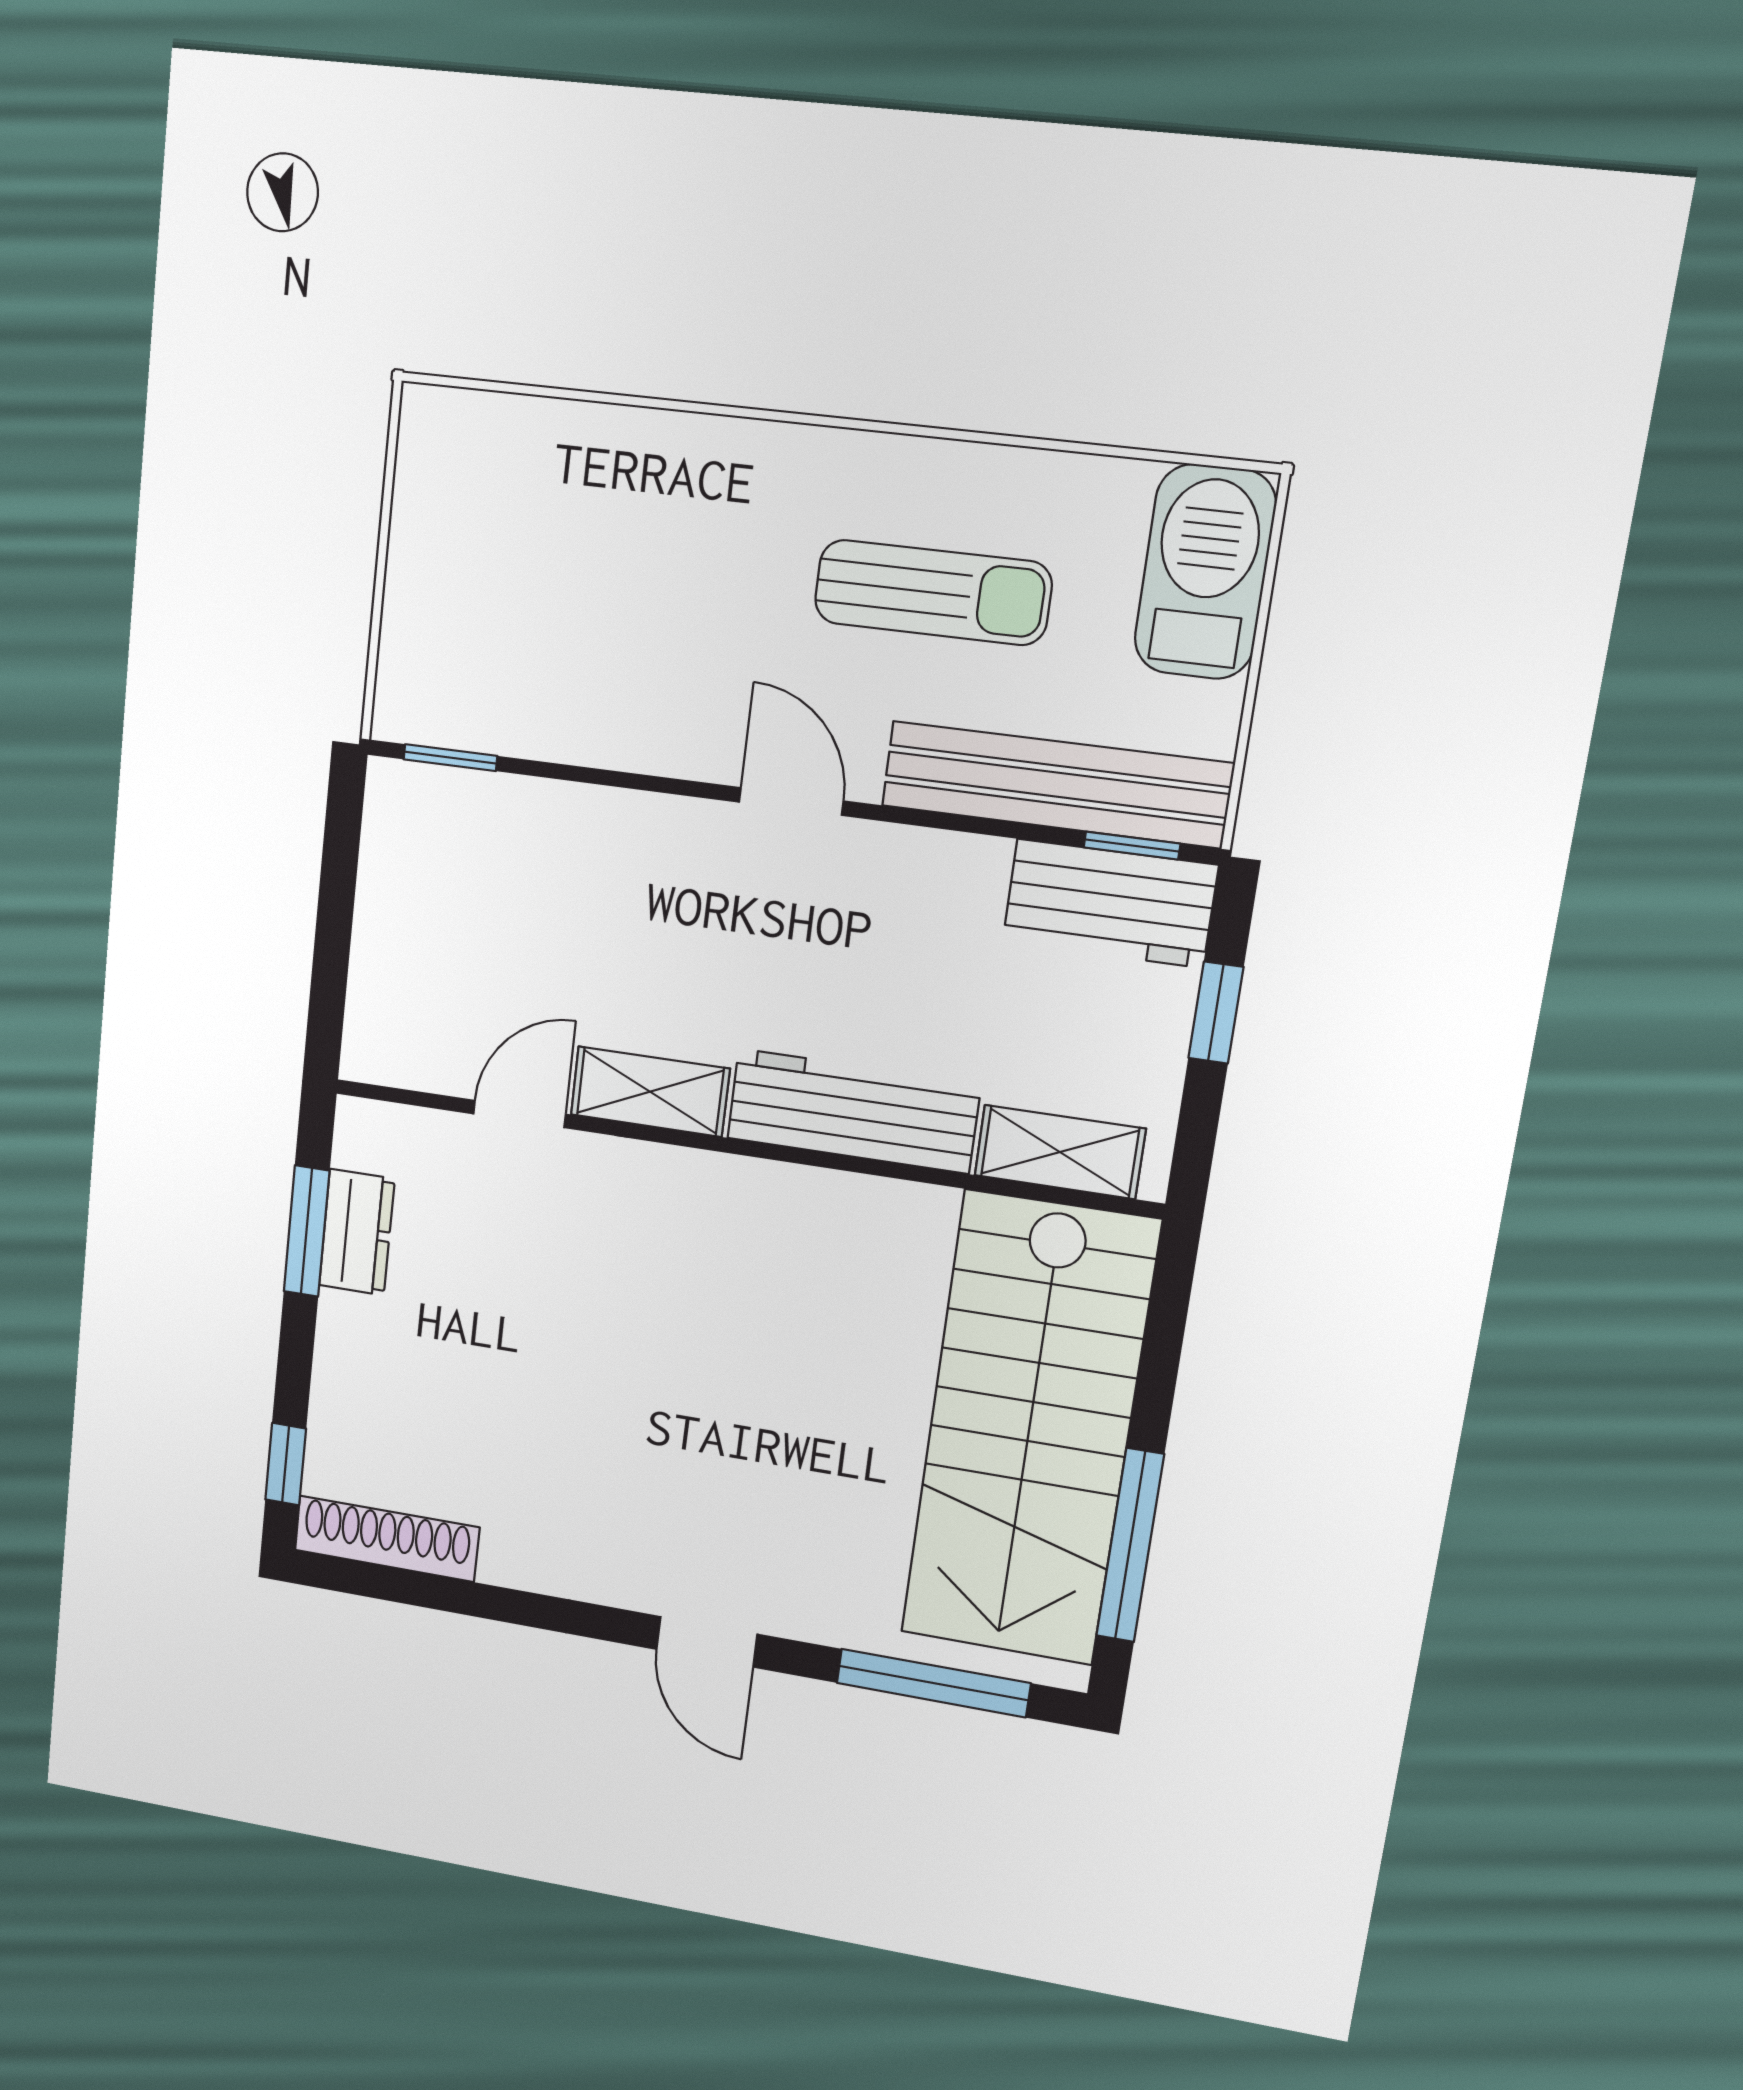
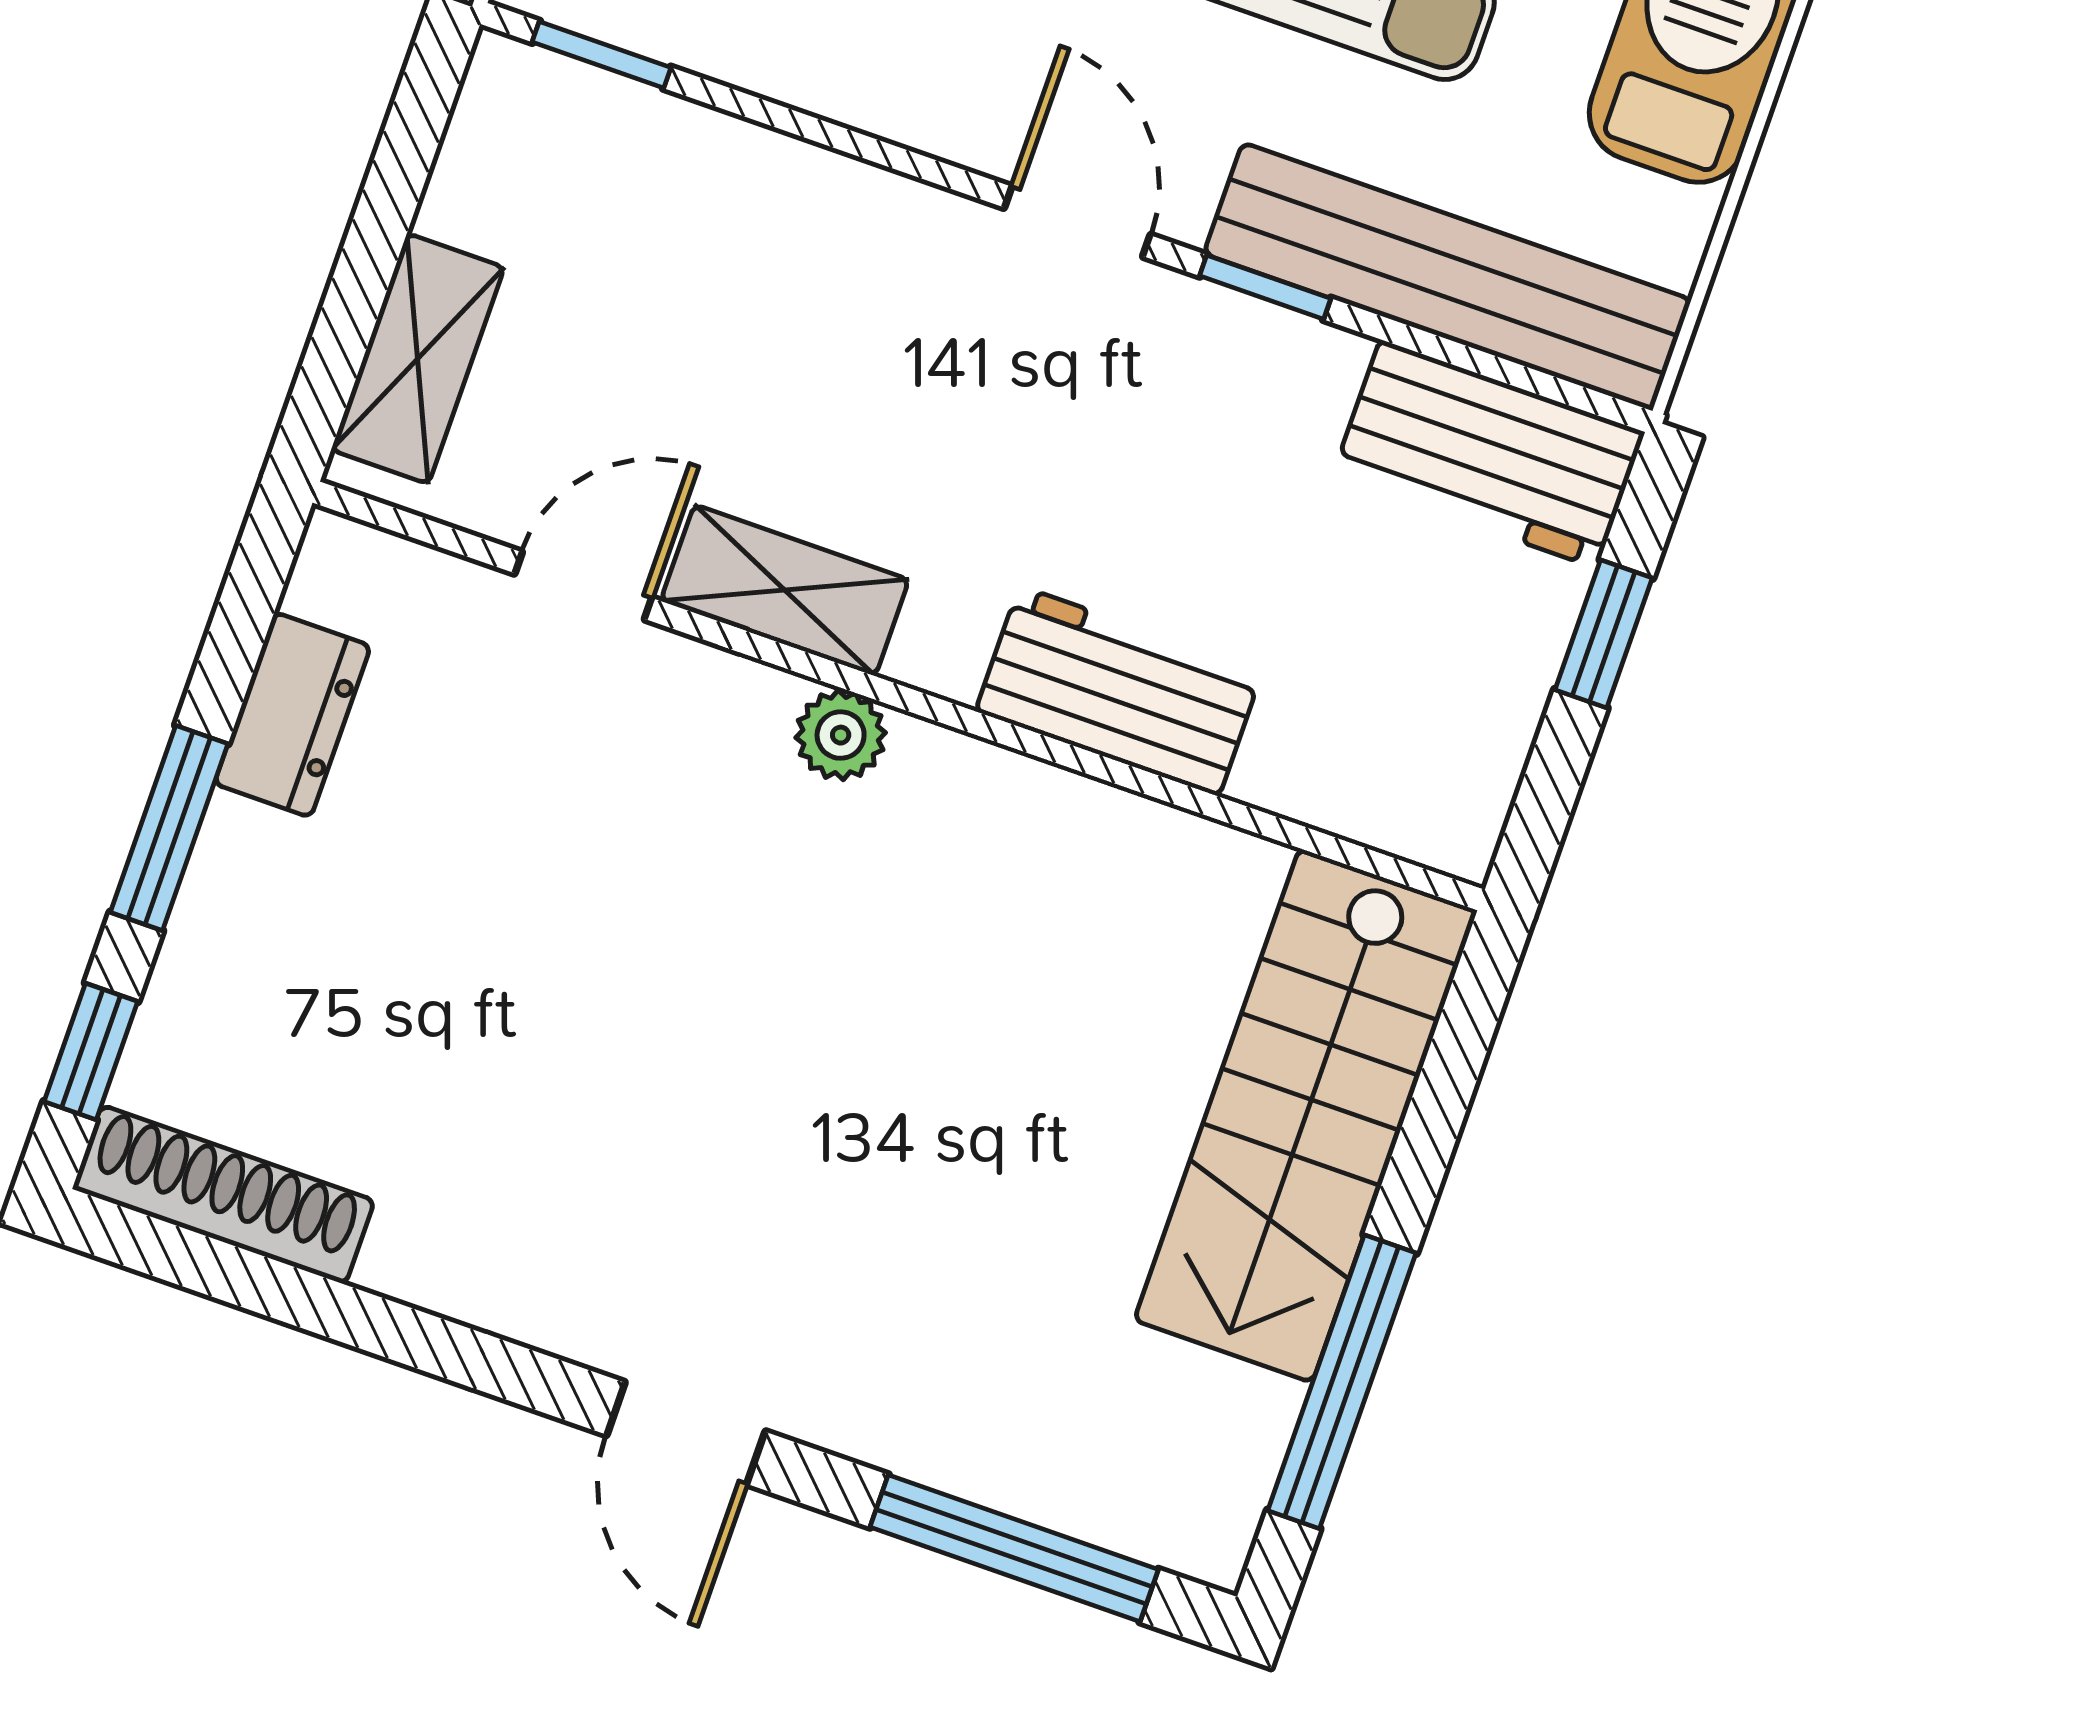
window: (1132, 845) -> (1265, 287), moved
workbench: (853, 1111) -> (1119, 691), width x0.73
shelving: (1060, 1152) -> (418, 359), moved, turned 90
plant: (707, 1180) -> (841, 735), added
window: (307, 1231) -> (169, 828), moved
stairs: (1029, 1430) -> (1306, 1115), width x0.73, depth x0.66

